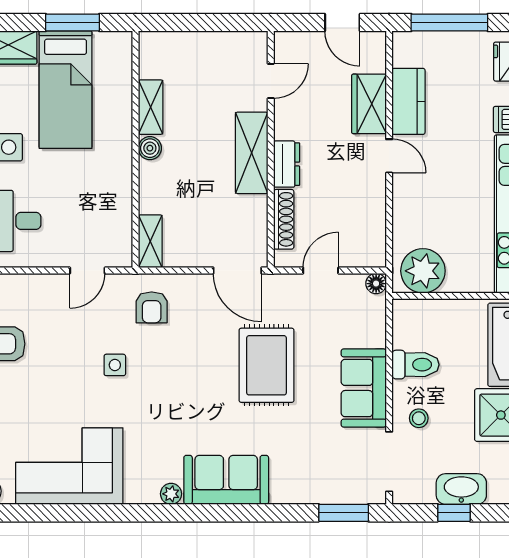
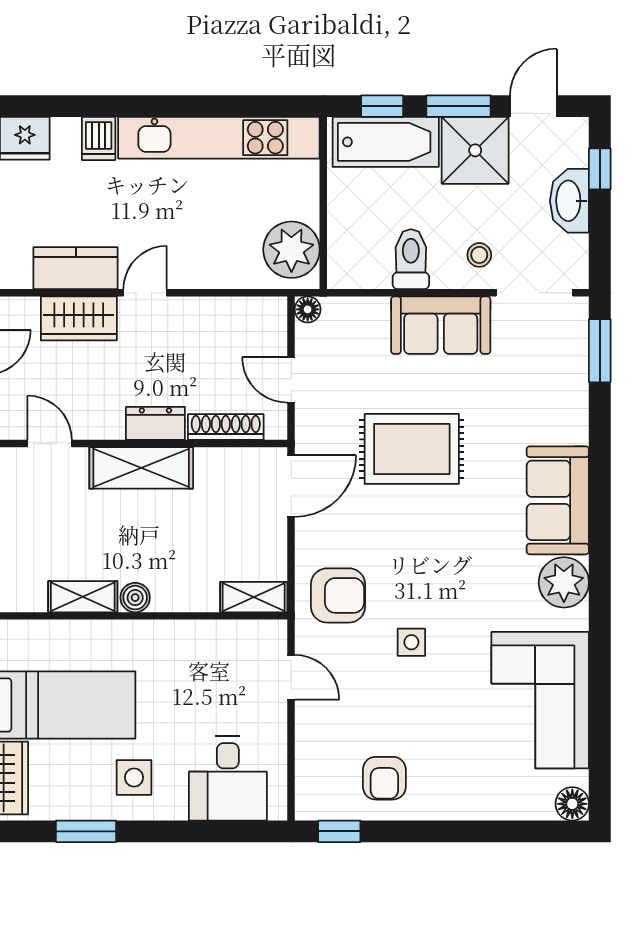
armchair: (152, 307) -> (338, 595), width x1.38, depth x1.38
plant: (171, 494) -> (564, 582), width x1.88, depth x1.88
window: (454, 513) -> (600, 169), moved

